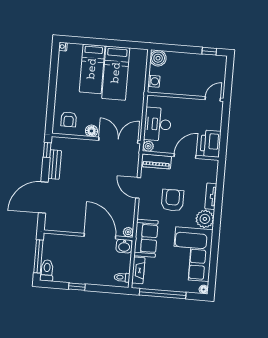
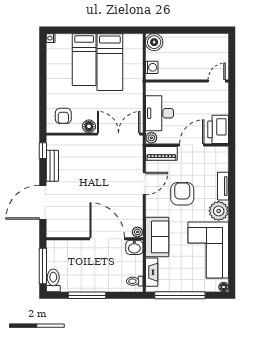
window: (209, 51) -> (209, 30), removed
door: (138, 188) -> (144, 184), swing flipped
window: (77, 287) -> (87, 295), width x2.17

